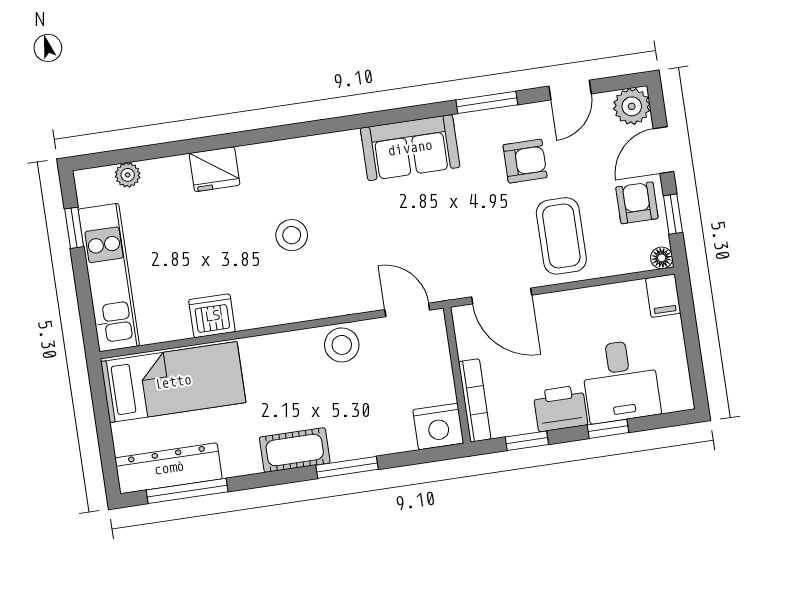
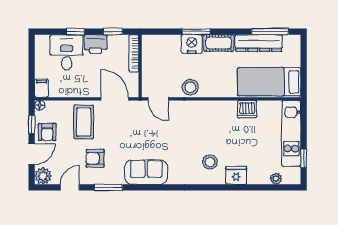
stool: (292, 235) -> (210, 162), moved
nightstand: (438, 426) -> (192, 44), moved
dresser: (169, 468) -> (259, 43), moved

